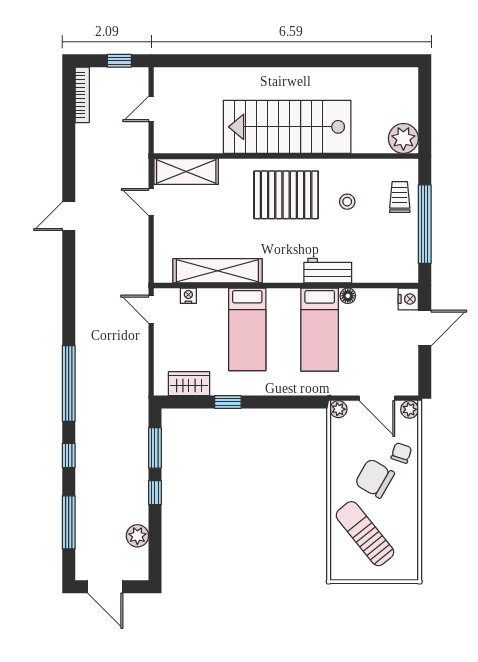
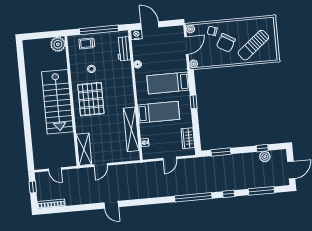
workbench: (328, 271) -> (124, 49), moved
door: (151, 309) -> (170, 159), moved
bed: (320, 330) -> (168, 83), moved, turned 180
window: (228, 402) -> (194, 102), moved
window: (155, 493) -> (262, 148), moved

